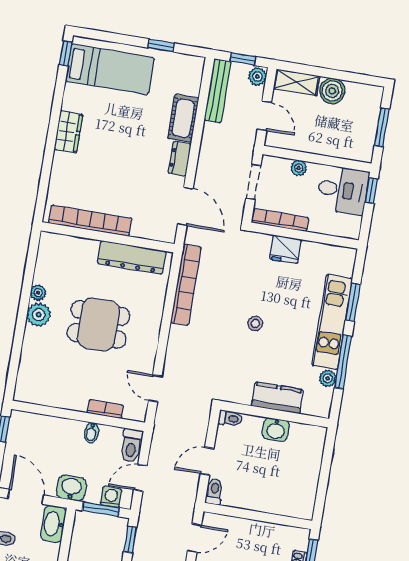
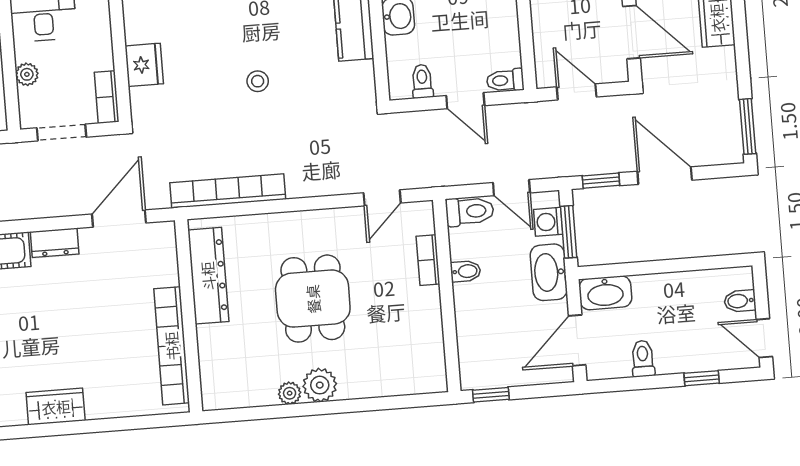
bookcase: (280, 220) -> (107, 97), width x0.64
toilet: (230, 418) -> (422, 81), moved
washbasin: (71, 488) -> (549, 272), width x1.38

